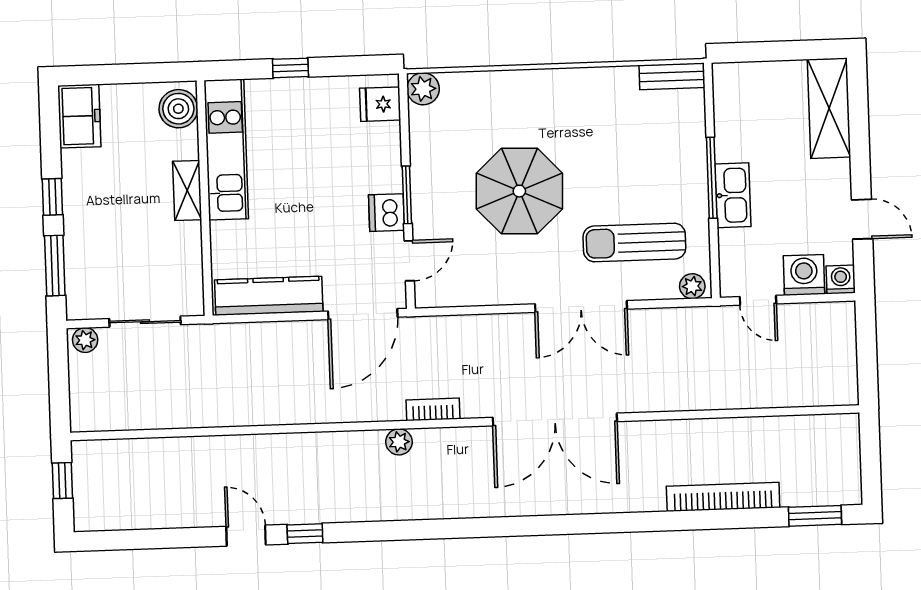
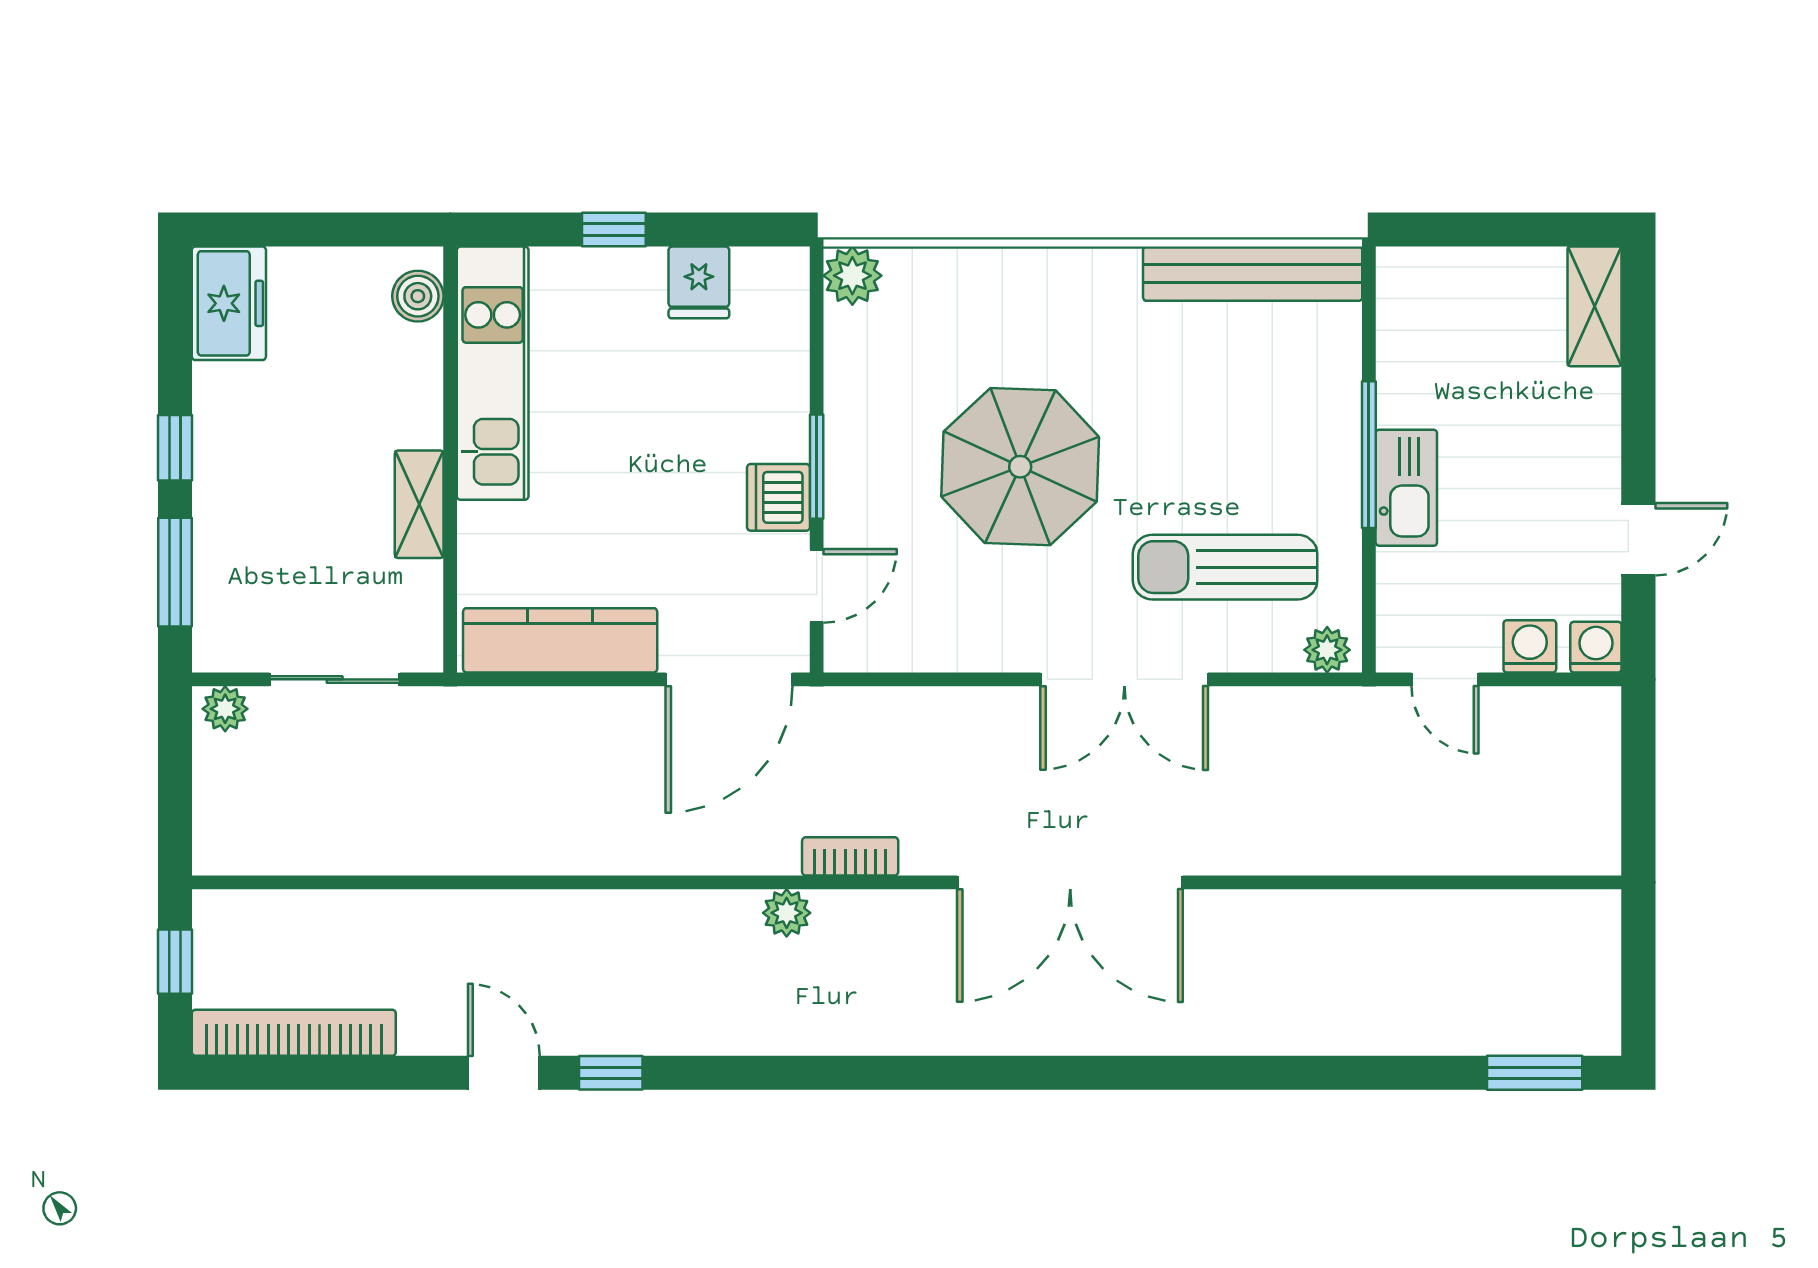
bench: (672, 76) -> (1253, 274), width x1.86, depth x1.21
fridge: (380, 104) -> (699, 282), moved, turned -90
shelving: (829, 108) -> (1594, 306), width x0.67, depth x0.75
boiler: (178, 109) -> (418, 296), width x0.73, depth x0.73
shelving: (187, 191) -> (419, 504), moved
door: (862, 219) -> (1638, 539), hinge flipped
washing machine: (804, 275) -> (1530, 646), width x0.73, depth x0.73
bookcase: (723, 497) -> (294, 1033), moved

